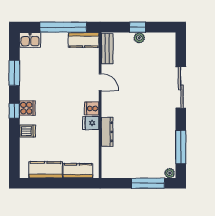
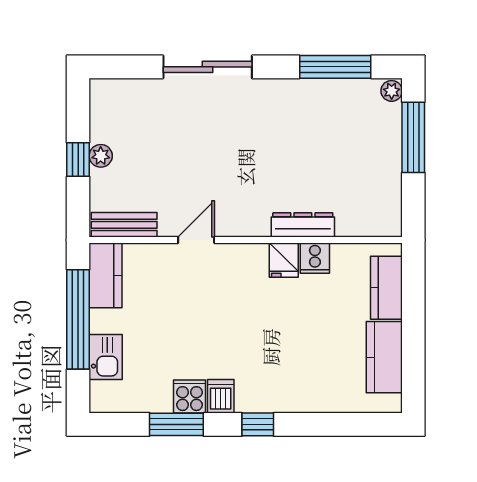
kitchen sink: (30, 40) -> (106, 357), moved
cooker: (27, 108) -> (190, 397), moved
cooker: (92, 108) -> (315, 258), moved
dishwasher: (27, 131) -> (221, 396), moved

